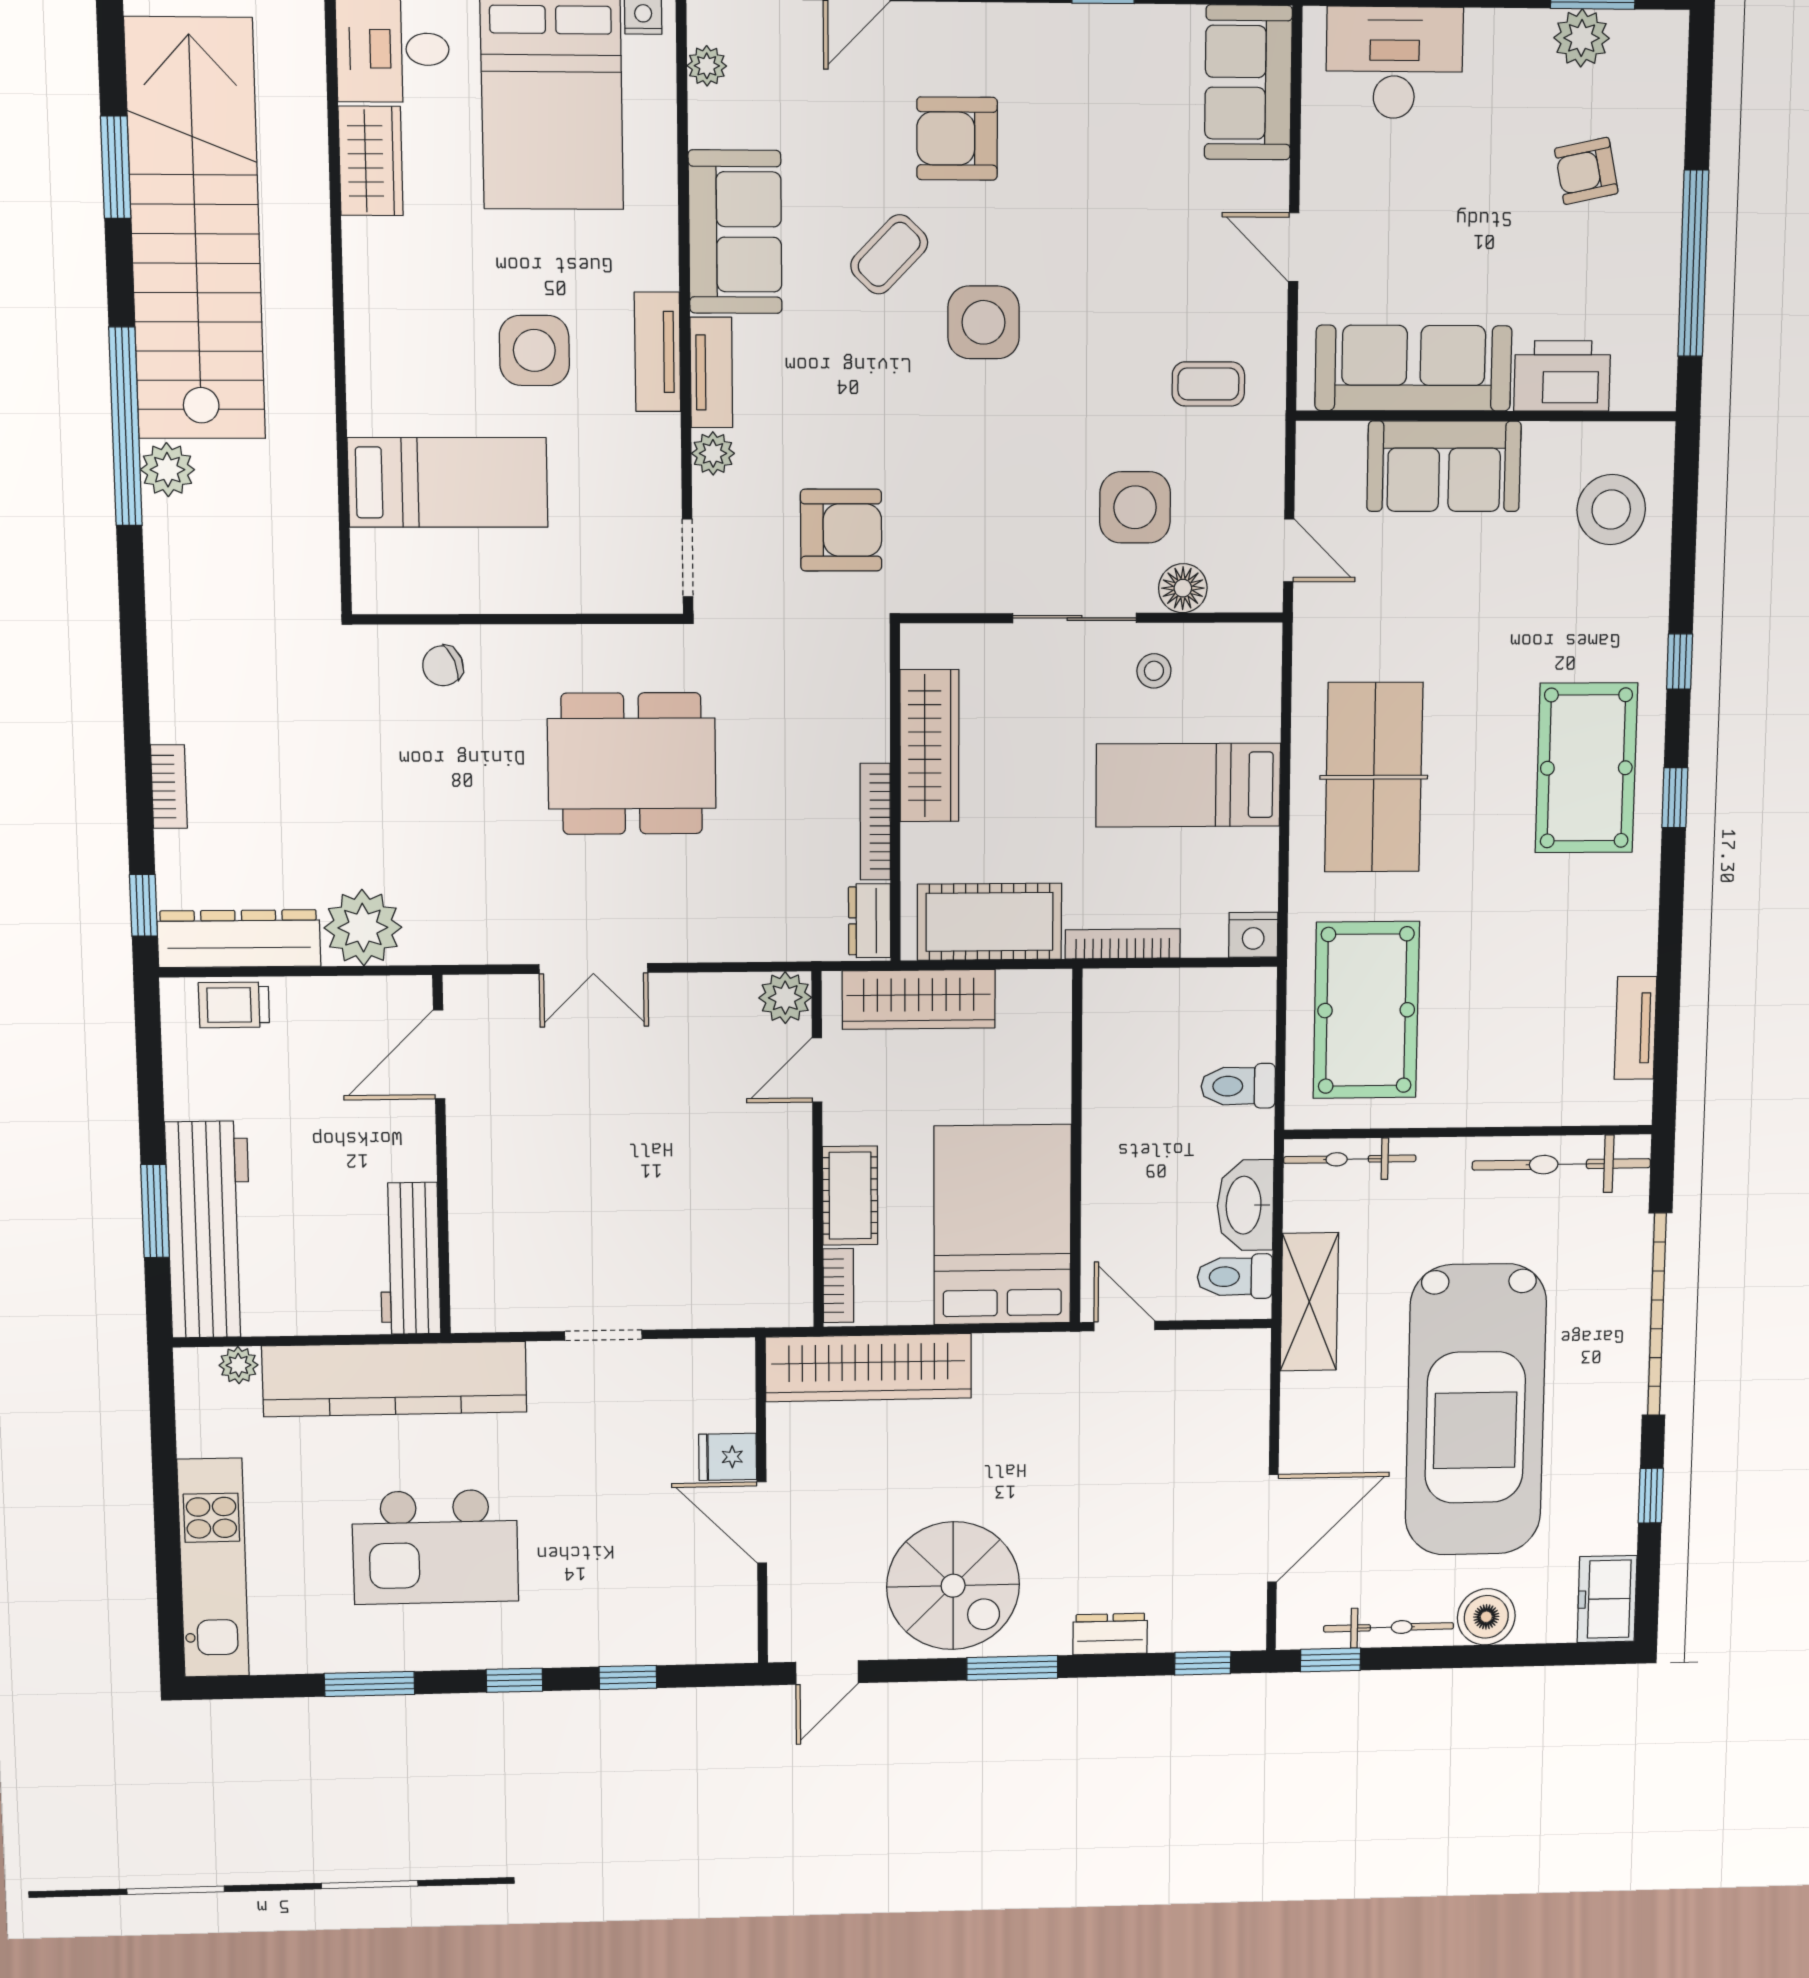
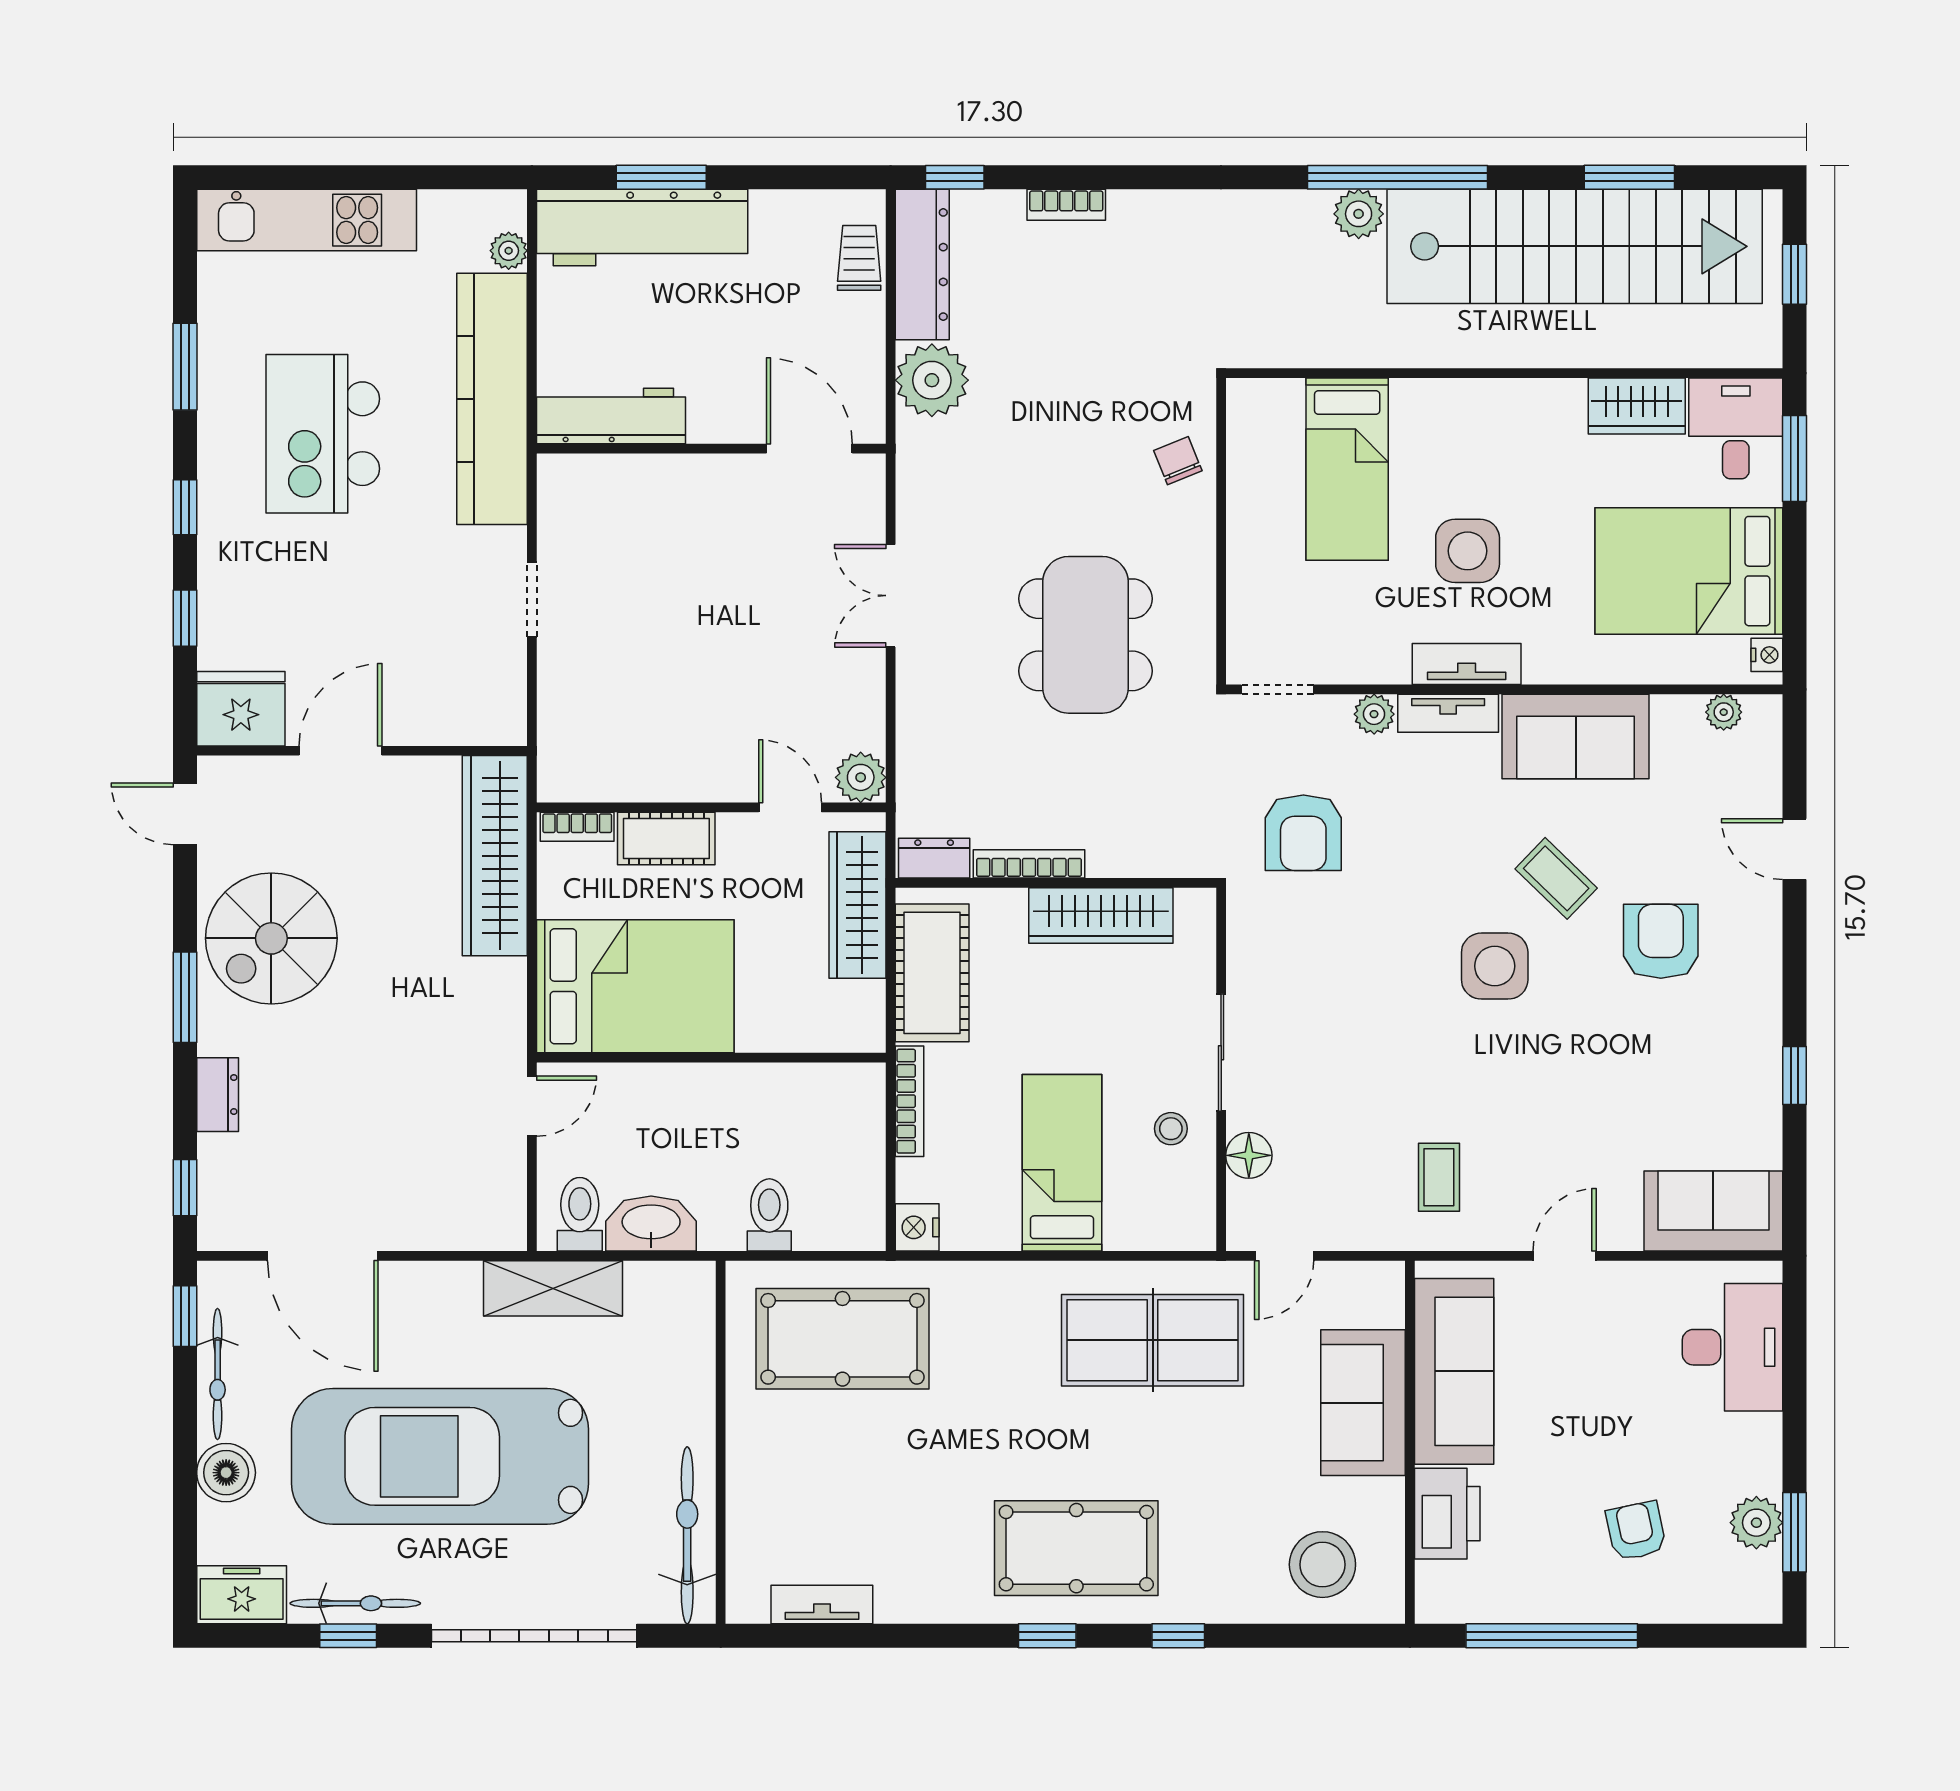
side table: (1135, 507) -> (1324, 1109), removed
table tennis table: (1374, 777) -> (1153, 1340), moved
bicycle: (1350, 1159) -> (355, 1603), moved, turned 90
fridge: (728, 1457) -> (241, 709), moved, width x1.88, depth x1.34

